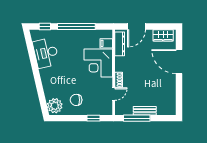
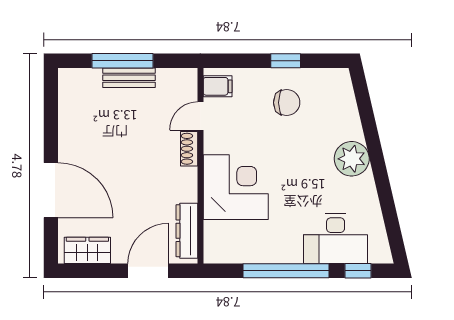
filing cabinet: (106, 43) -> (218, 86), moved
desk: (46, 53) -> (336, 239), moved, turned 103
plant: (55, 106) -> (352, 159), moved
window: (94, 118) -> (286, 61), moved
window: (137, 118) -> (122, 61), moved

